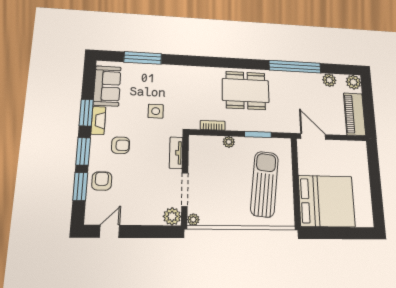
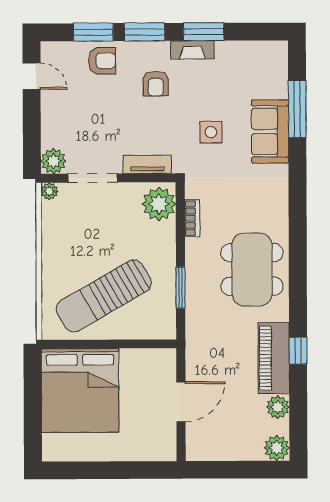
window: (295, 67) -> (298, 351), width x0.32
sofa: (107, 86) -> (270, 131), moved, turned 90
piano: (355, 114) -> (274, 358), moved, turned -90
door: (313, 137) -> (181, 402), moved
plant: (229, 142) -> (159, 204), moved, width x1.88, depth x1.88
sun lounger: (264, 184) -> (104, 296), turned 144

